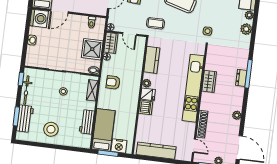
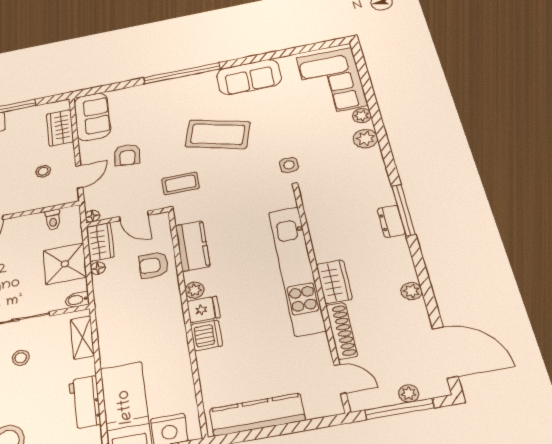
wardrobe: (209, 81) -> (334, 282), moved
armchair: (113, 82) -> (154, 265), moved

